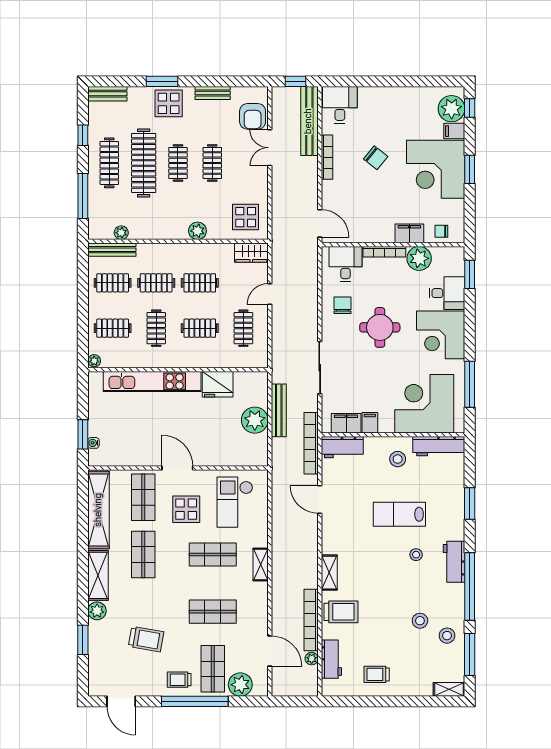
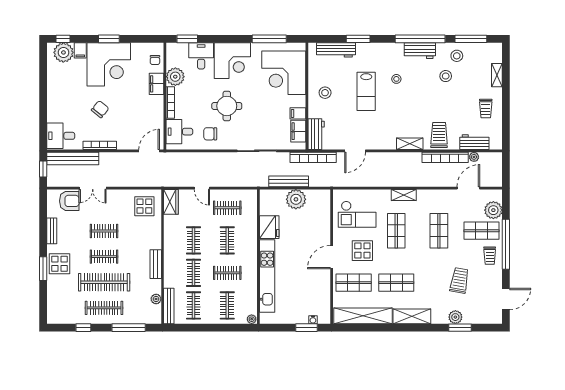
bench: (107, 94) -> (156, 264), moved
plant: (198, 231) -> (155, 242), removed
workbench: (439, 446) -> (336, 50), moved, turned 90
workbench: (454, 562) -> (420, 51), moved
plant: (97, 611) -> (455, 317), moved
shelving: (449, 689) -> (497, 75), moved

